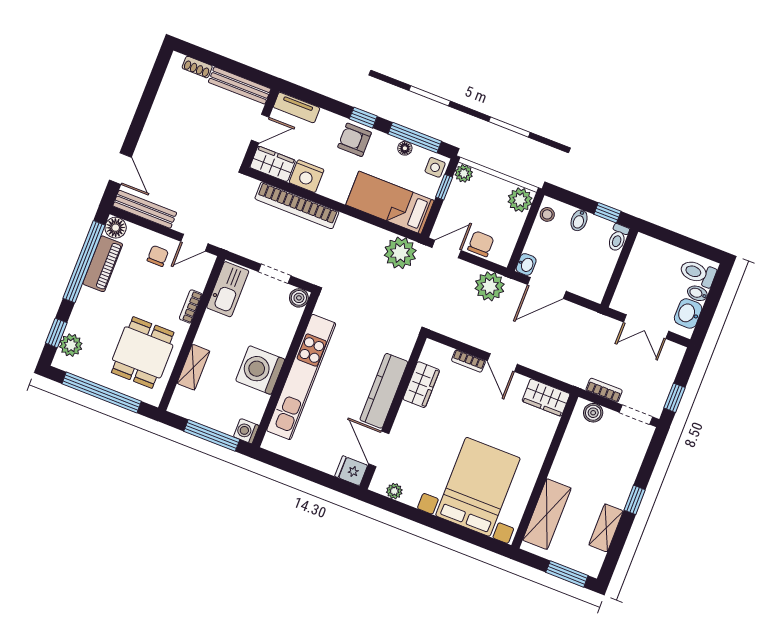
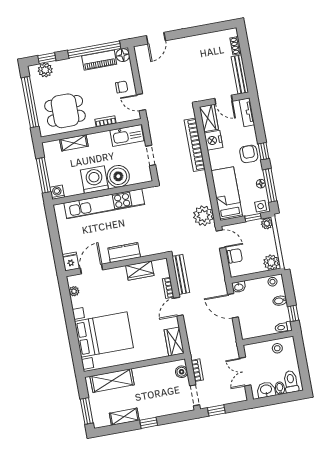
bench: (145, 209) -> (181, 274), moved
stool: (641, 264) -> (277, 348), added
plant: (490, 286) -> (215, 275), removed
boiler: (299, 298) -> (118, 176), moved, width x1.86, depth x1.86
kitchen counter: (384, 391) -> (124, 253), width x0.67

